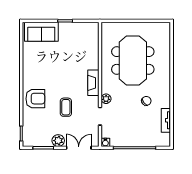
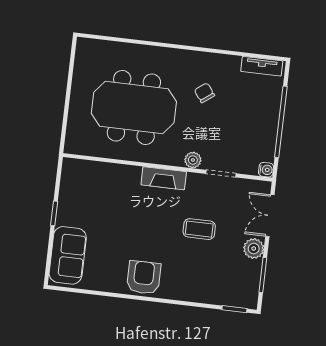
armchair: (35, 99) -> (144, 277), moved
tv unit: (166, 120) -> (262, 66), moved

